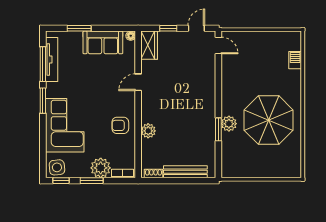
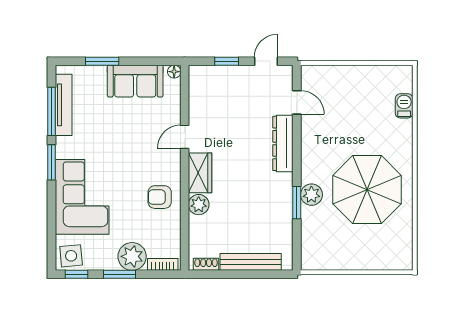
wardrobe: (149, 45) -> (200, 173), moved
door: (218, 45) -> (297, 102), moved
dresser: (208, 87) -> (283, 143), added

